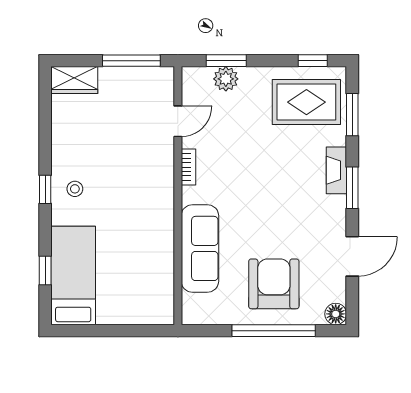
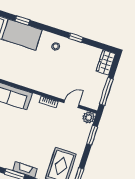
plant: (226, 79) -> (89, 118), moved
door: (178, 121) -> (71, 104), swing flipped
window: (45, 189) -> (76, 38), moved

